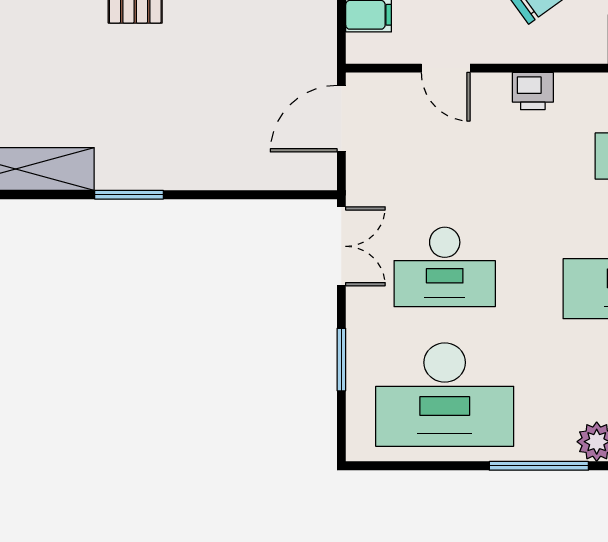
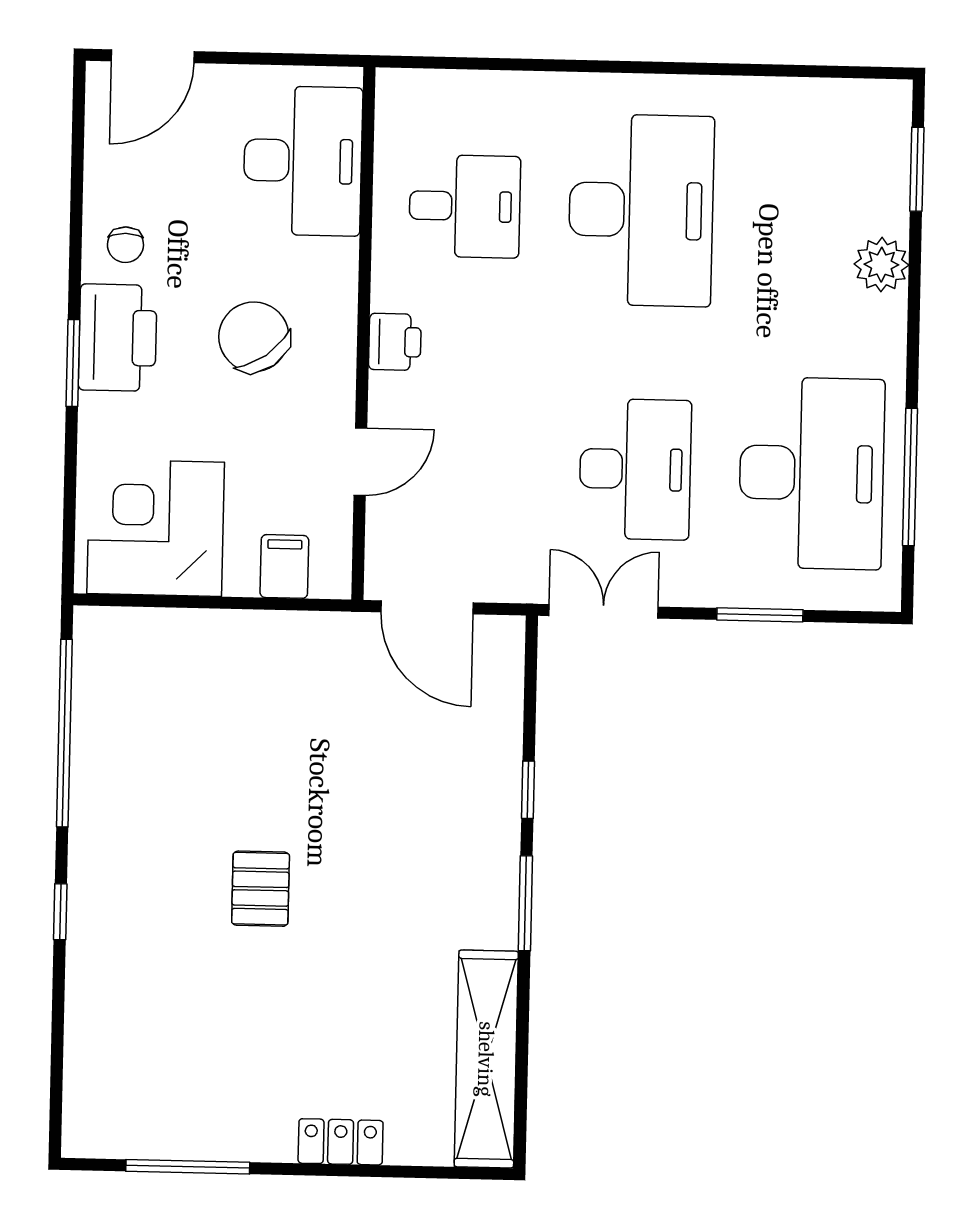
window: (211, 195) -> (528, 790), added
window: (539, 466) -> (910, 477), moved

